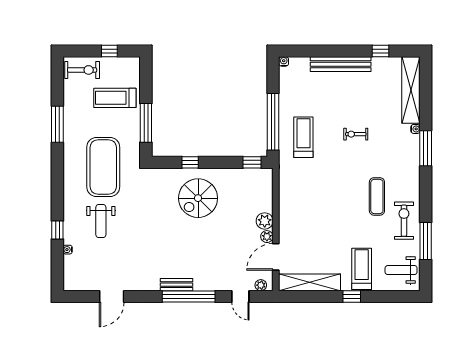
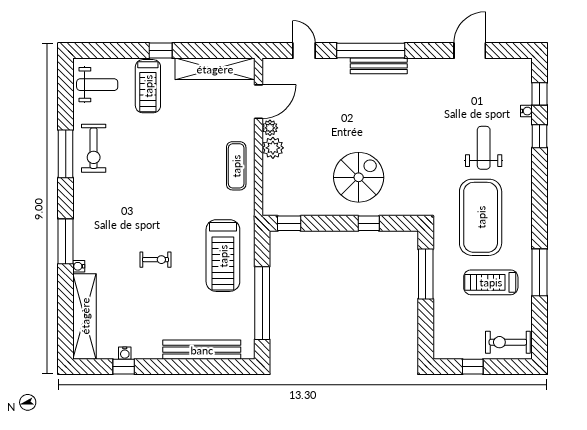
water cooler: (284, 61) -> (125, 353), moved
bench: (341, 64) -> (202, 350), moved
treadmill: (115, 98) -> (491, 282), moved, turned 180
window: (273, 122) -> (262, 303), moved
treadmill: (303, 137) -> (223, 256), width x1.37, depth x1.38
exercise mat: (377, 196) -> (236, 166), moved
window: (426, 241) -> (66, 154), moved
window: (57, 263) -> (540, 94), added
bench: (176, 285) -> (379, 66), width x1.36
plant: (261, 285) -> (278, 65), removed

